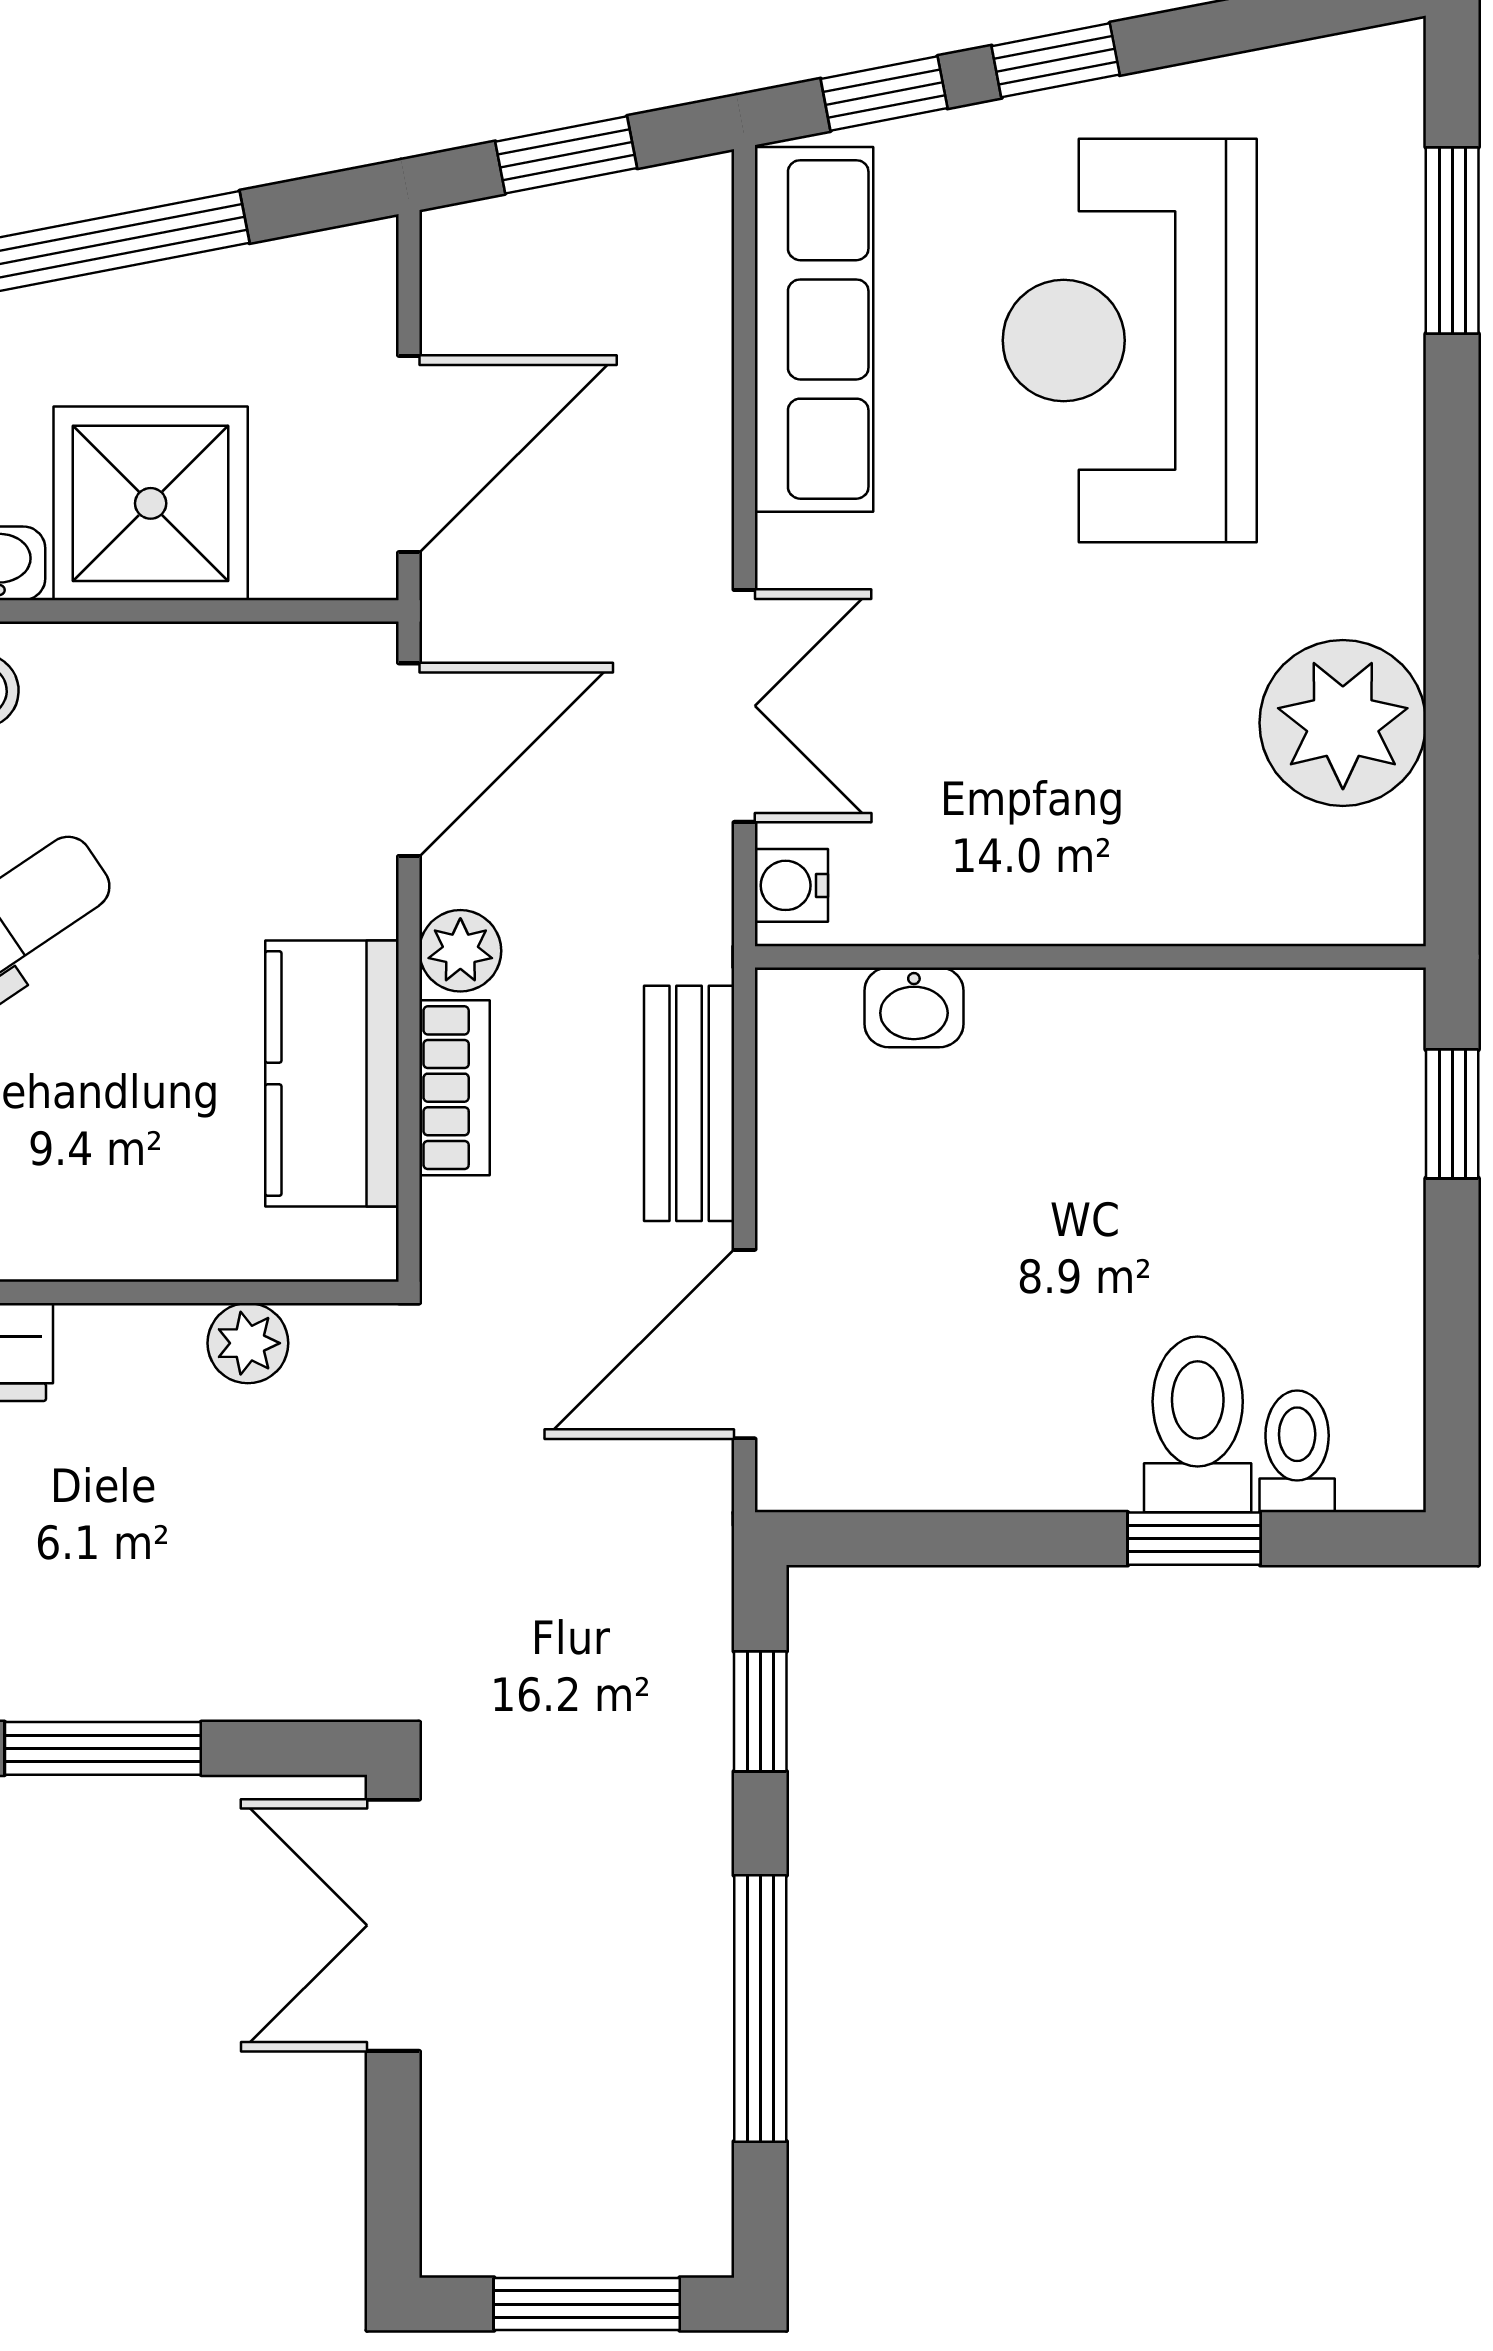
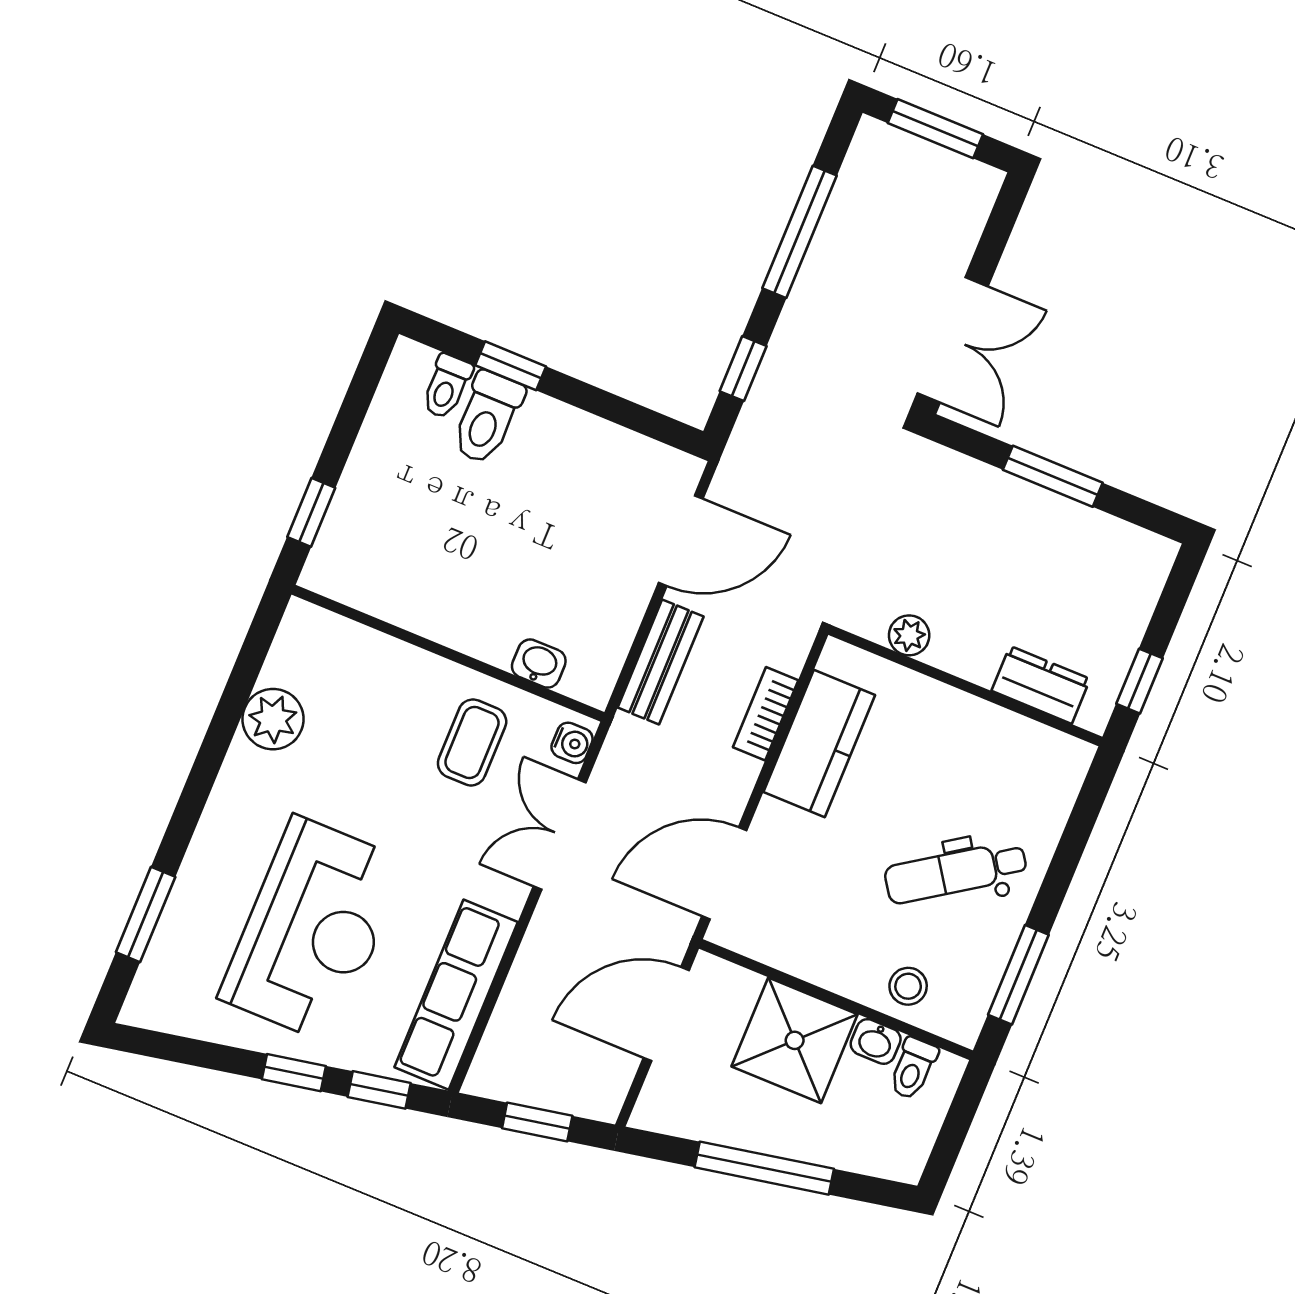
plant: (1343, 723) -> (273, 719), width x0.73, depth x0.73
coffee table: (978, 810) -> (472, 742), added
plant: (460, 951) -> (737, 776), removed

